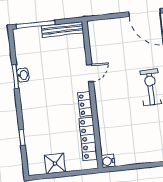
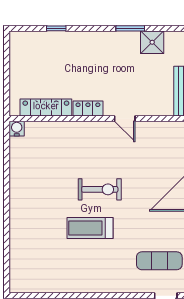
washbasin: (23, 75) -> (131, 37), removed
shower: (55, 164) -> (152, 42), moved

